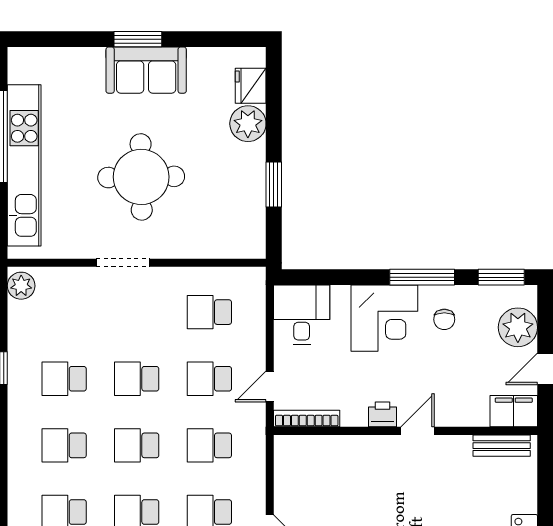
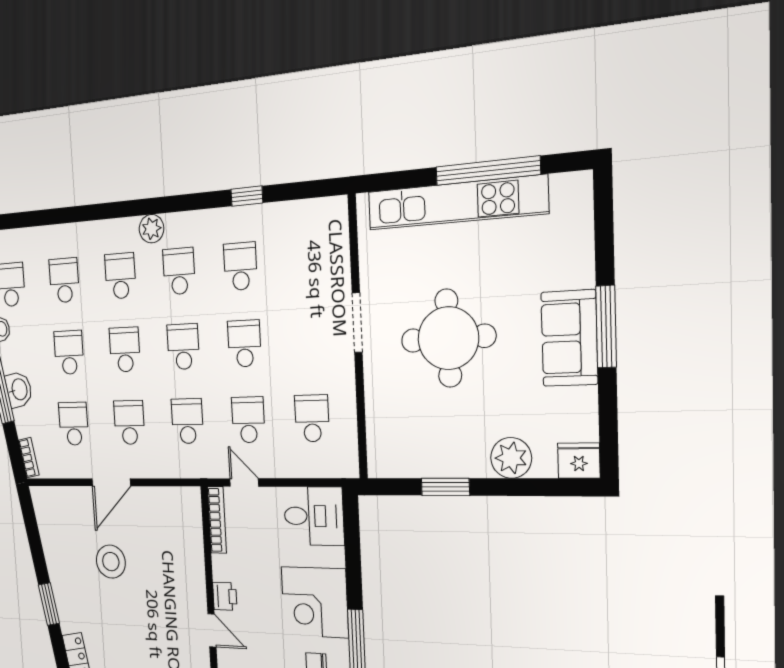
window: (138, 39) -> (606, 327), width x1.44
fridge: (251, 86) -> (579, 461), moved
plant: (21, 286) -> (152, 229), moved

